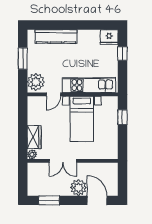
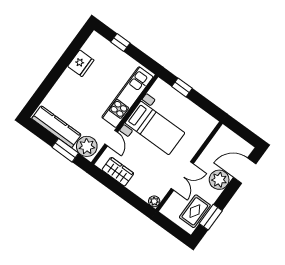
kitchen counter: (56, 36) -> (56, 127), moved, turned -90
fridge: (109, 37) -> (81, 63), moved
window: (23, 59) -> (65, 150), moved
wardrobe: (34, 137) -> (118, 172), moved
rug: (45, 187) -> (195, 211), added

